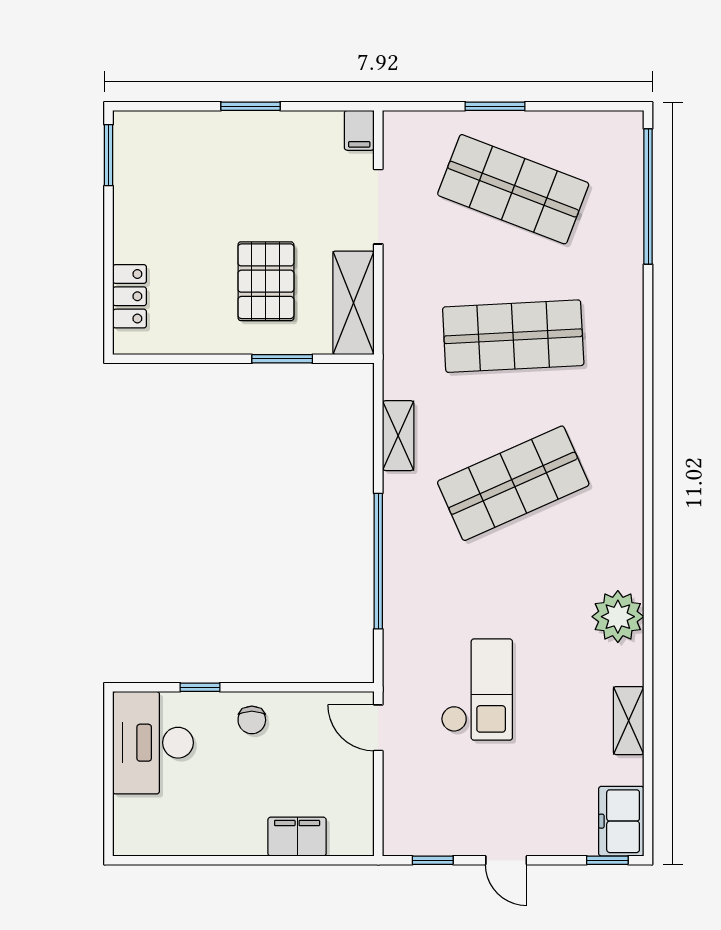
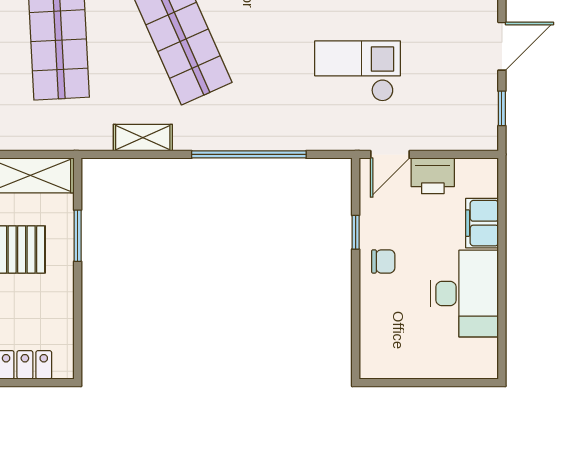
window: (200, 687) -> (356, 232), moved
desk: (153, 743) -> (464, 294), moved, turned -90
printer: (353, 778) -> (433, 176), added
door: (506, 860) -> (502, 46), width x1.38

